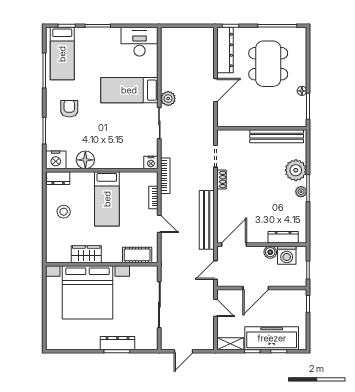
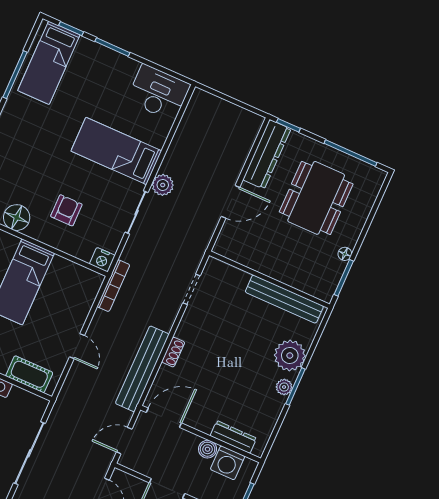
armchair: (69, 109) -> (66, 210), moved
shoe rack: (221, 179) -> (173, 352), moved
bookcase: (153, 197) -> (85, 307), removed

